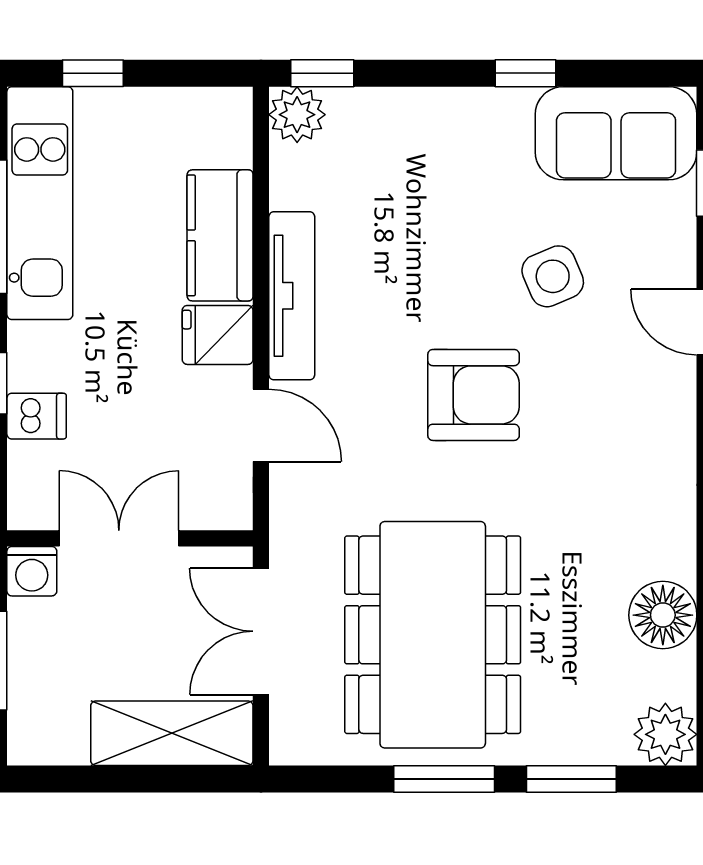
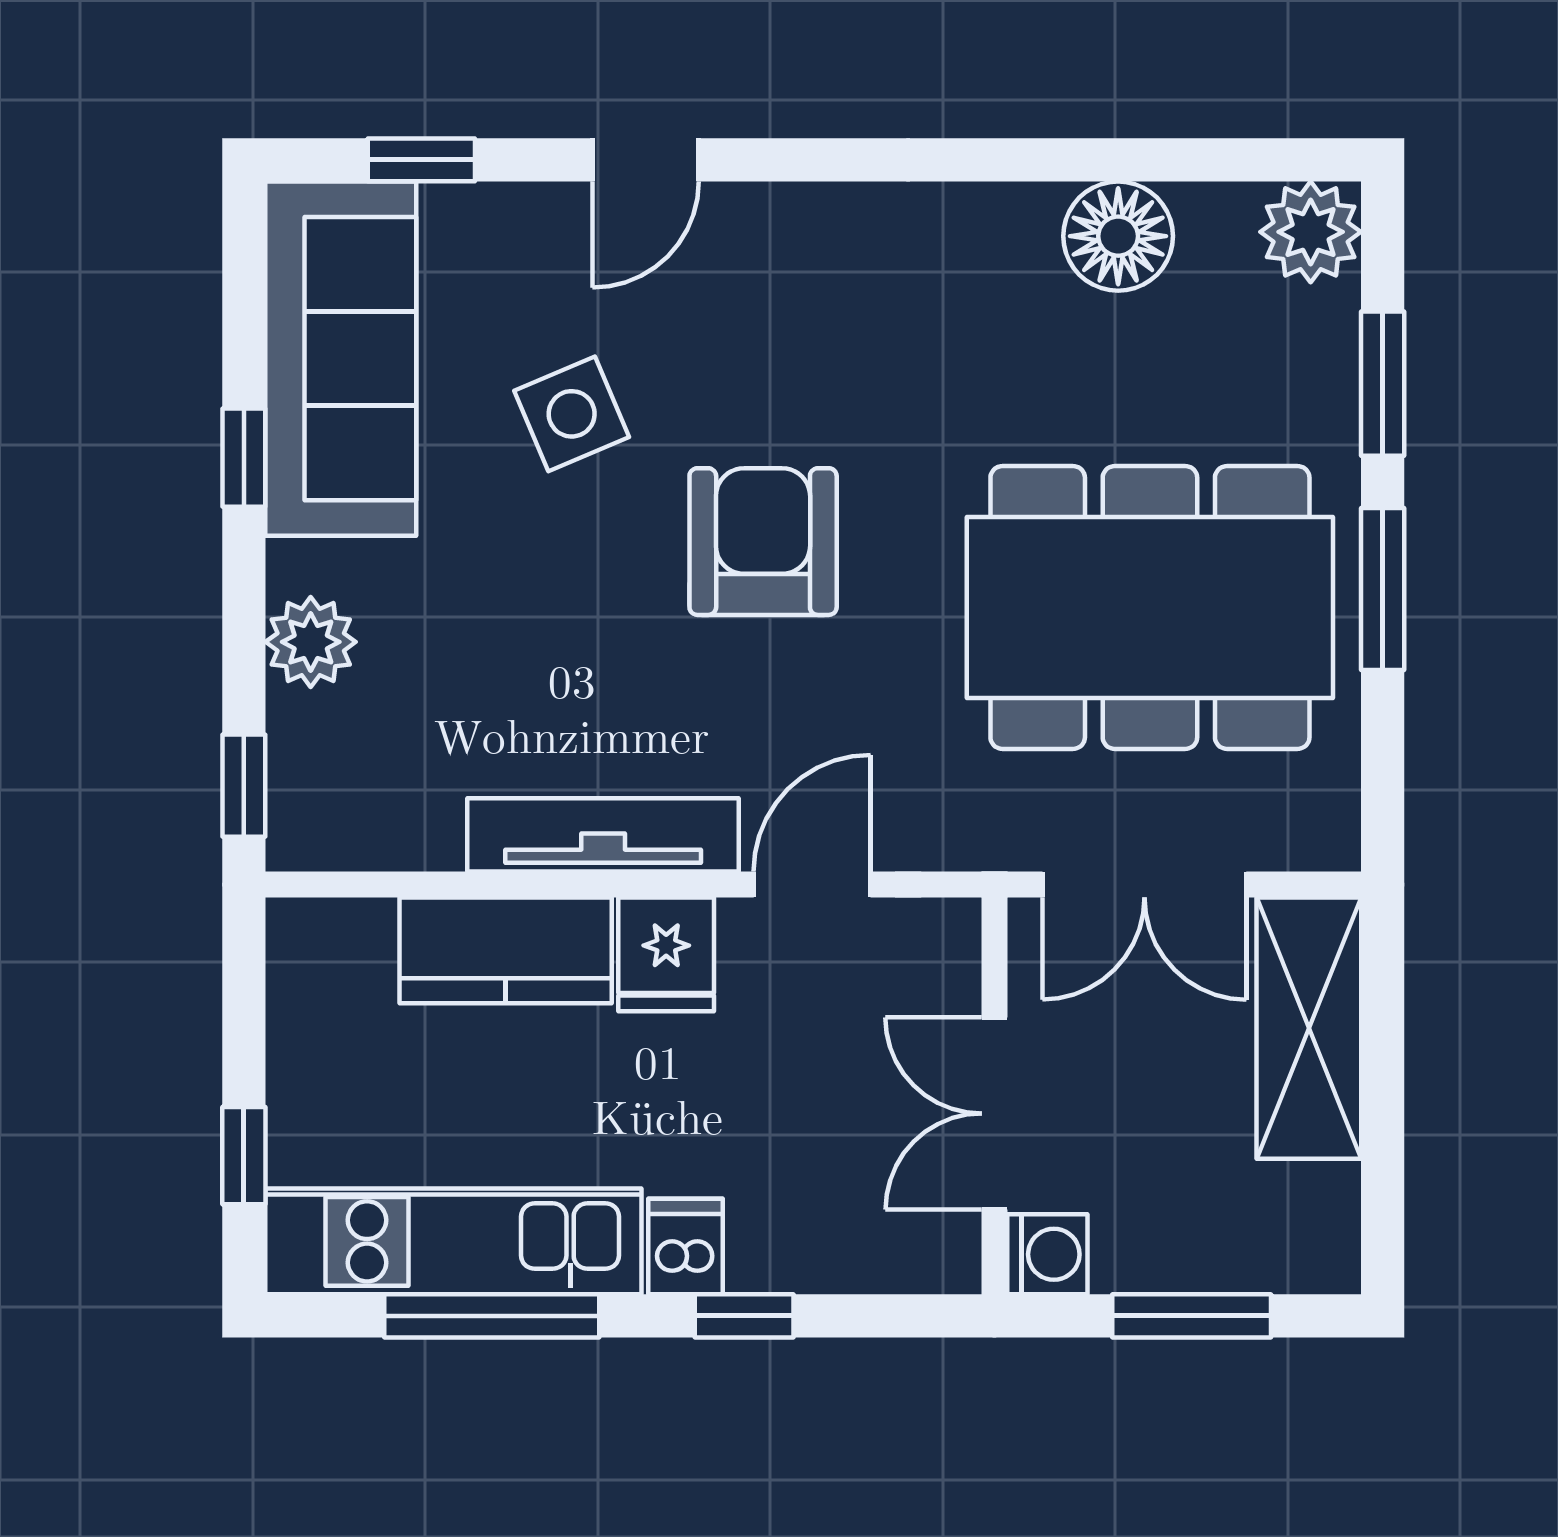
plant: (297, 115) -> (311, 642), moved
sofa: (616, 133) -> (341, 359), width x1.36
dishwasher: (37, 416) -> (685, 1247), moved

